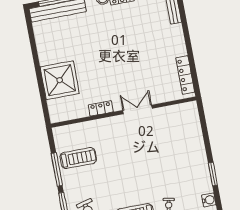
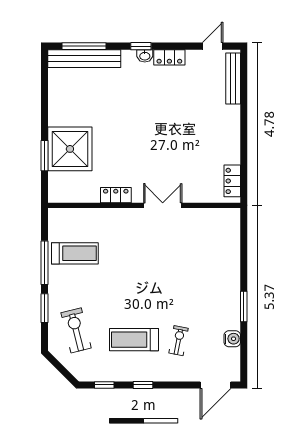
locker: (185, 75) -> (232, 181), width x0.66
window: (42, 89) -> (45, 156), added

